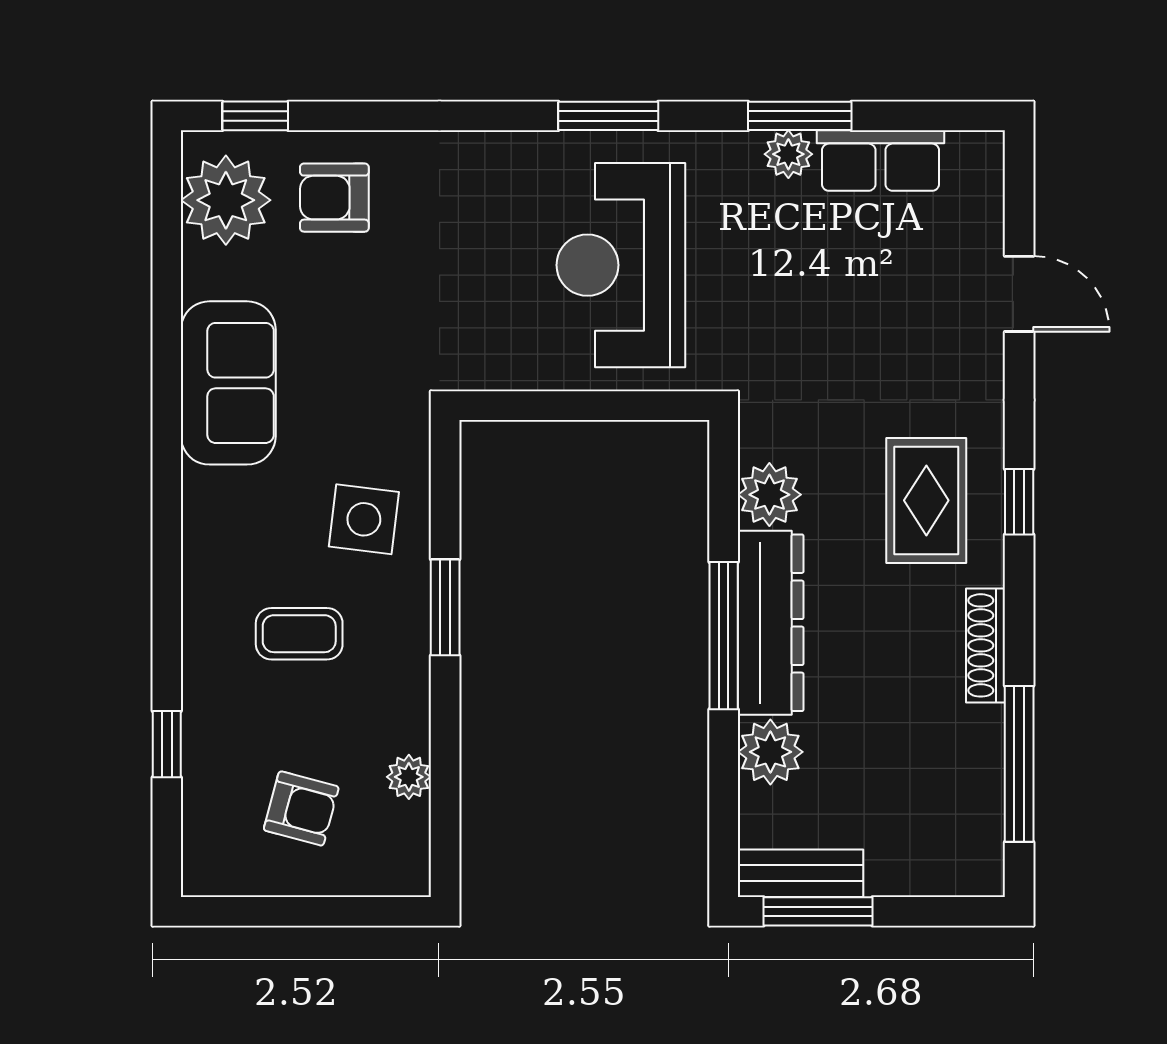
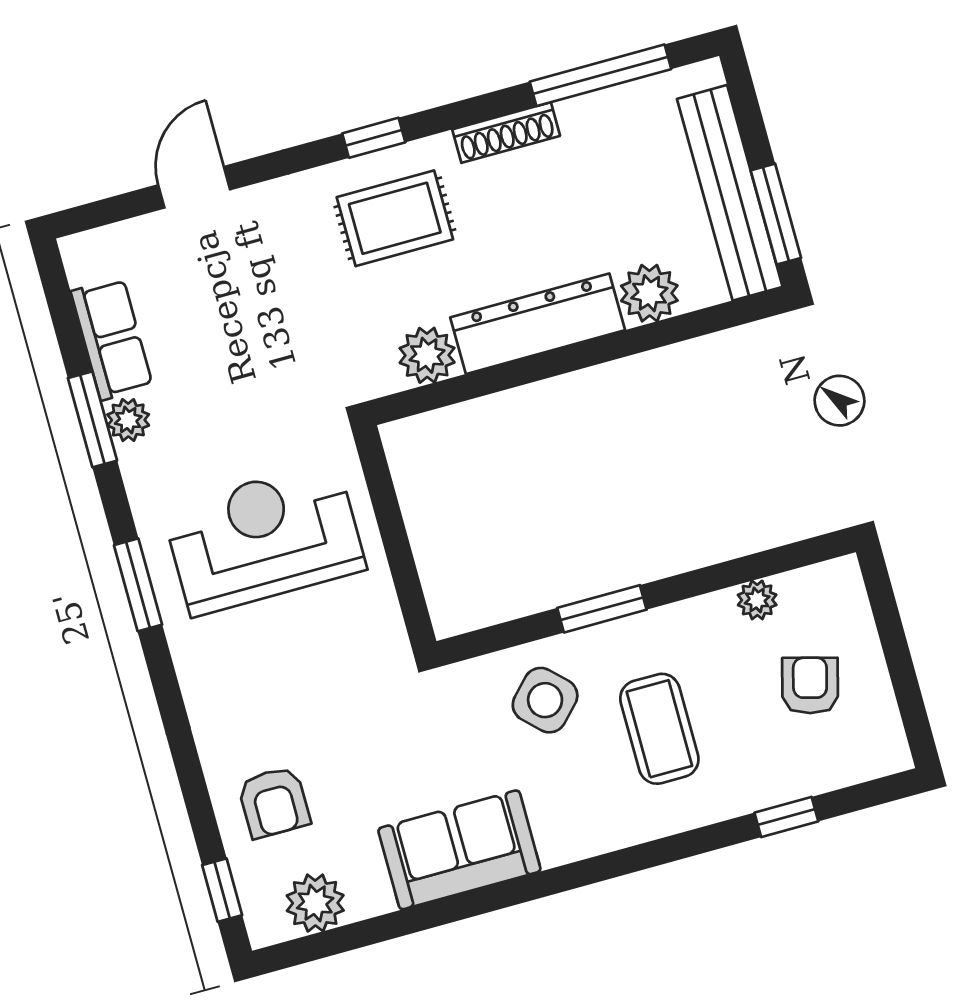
plant: (226, 200) -> (315, 903), width x0.73, depth x0.73
reception desk: (621, 265) -> (264, 538), turned 180
side table: (364, 519) -> (545, 700), turned 37
coffee table: (299, 634) -> (659, 729), width x1.36, depth x1.30
window: (724, 636) -> (560, 361), removed
bench: (800, 873) -> (730, 193), width x1.86, depth x1.21

